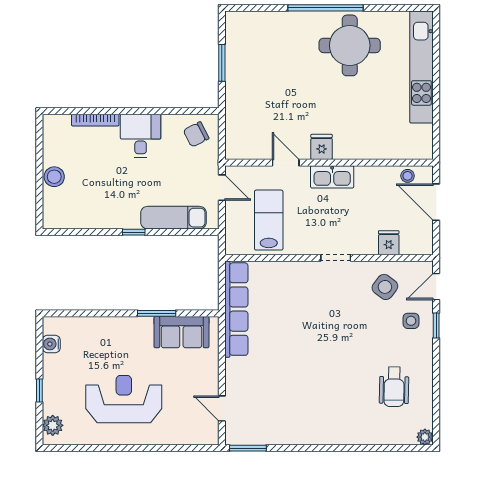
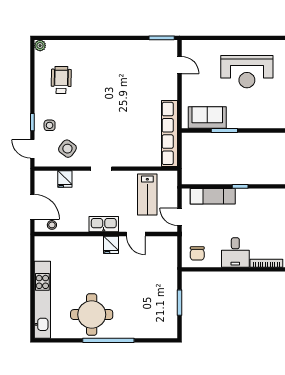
chair: (196, 134) -> (197, 253), turned 117
door: (436, 287) -> (32, 149), swing flipped

